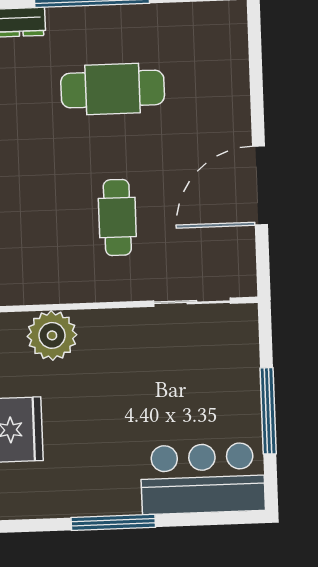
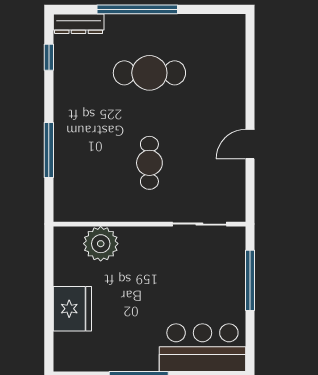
door: (260, 186) -> (250, 144), width x0.53
window: (268, 411) -> (250, 280), moved

